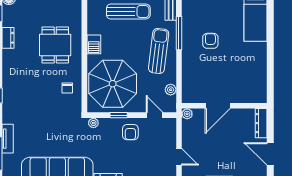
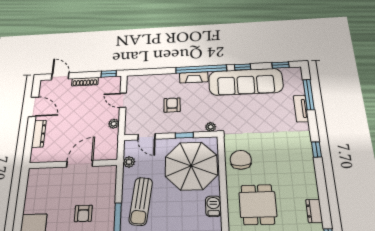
chair: (67, 88) -> (241, 160), width x1.87, depth x1.87
door: (218, 106) -> (80, 164), moved
wall: (224, 106) -> (73, 164), moved
plant: (187, 114) -> (114, 124), moved
armchair: (130, 132) -> (172, 105), moved

